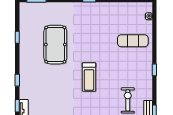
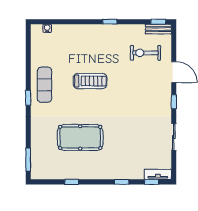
exercise mat: (133, 41) -> (44, 85), moved
treadmill: (89, 77) -> (90, 81), moved

